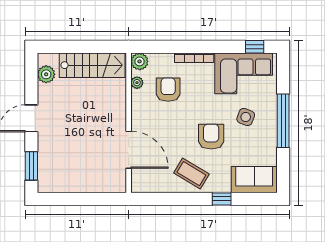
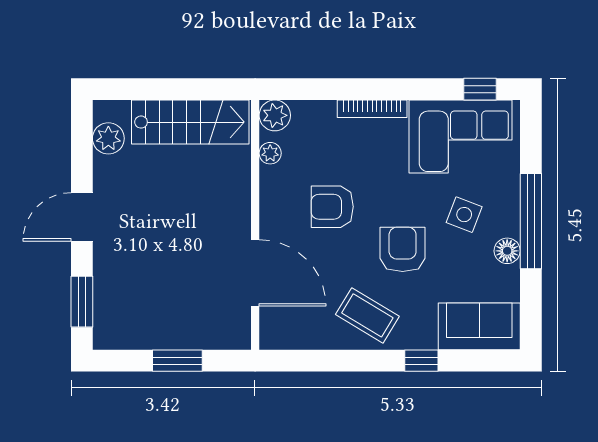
armchair: (168, 90) -> (332, 207), moved, turned -90
floor lamp: (270, 137) -> (507, 251), added
window: (85, 199) -> (177, 361), added

